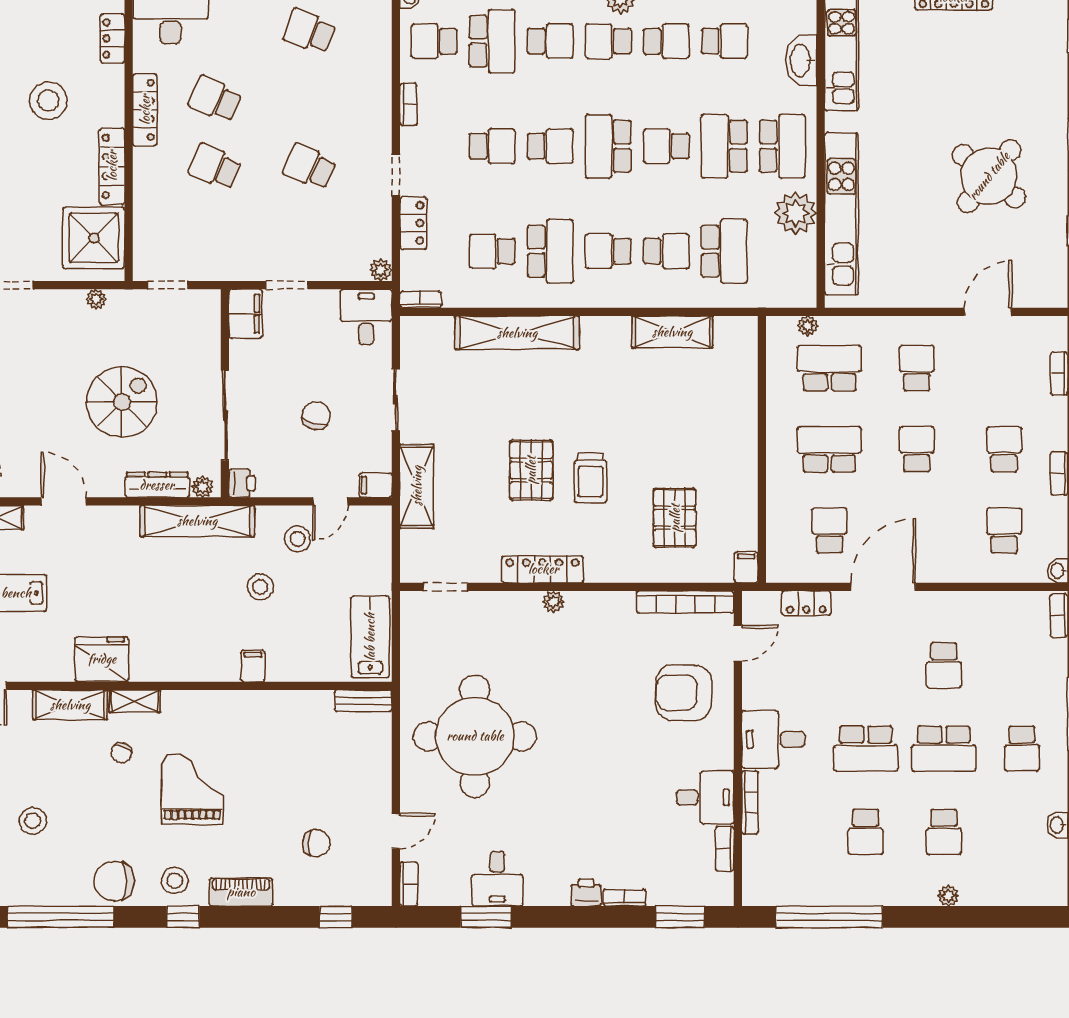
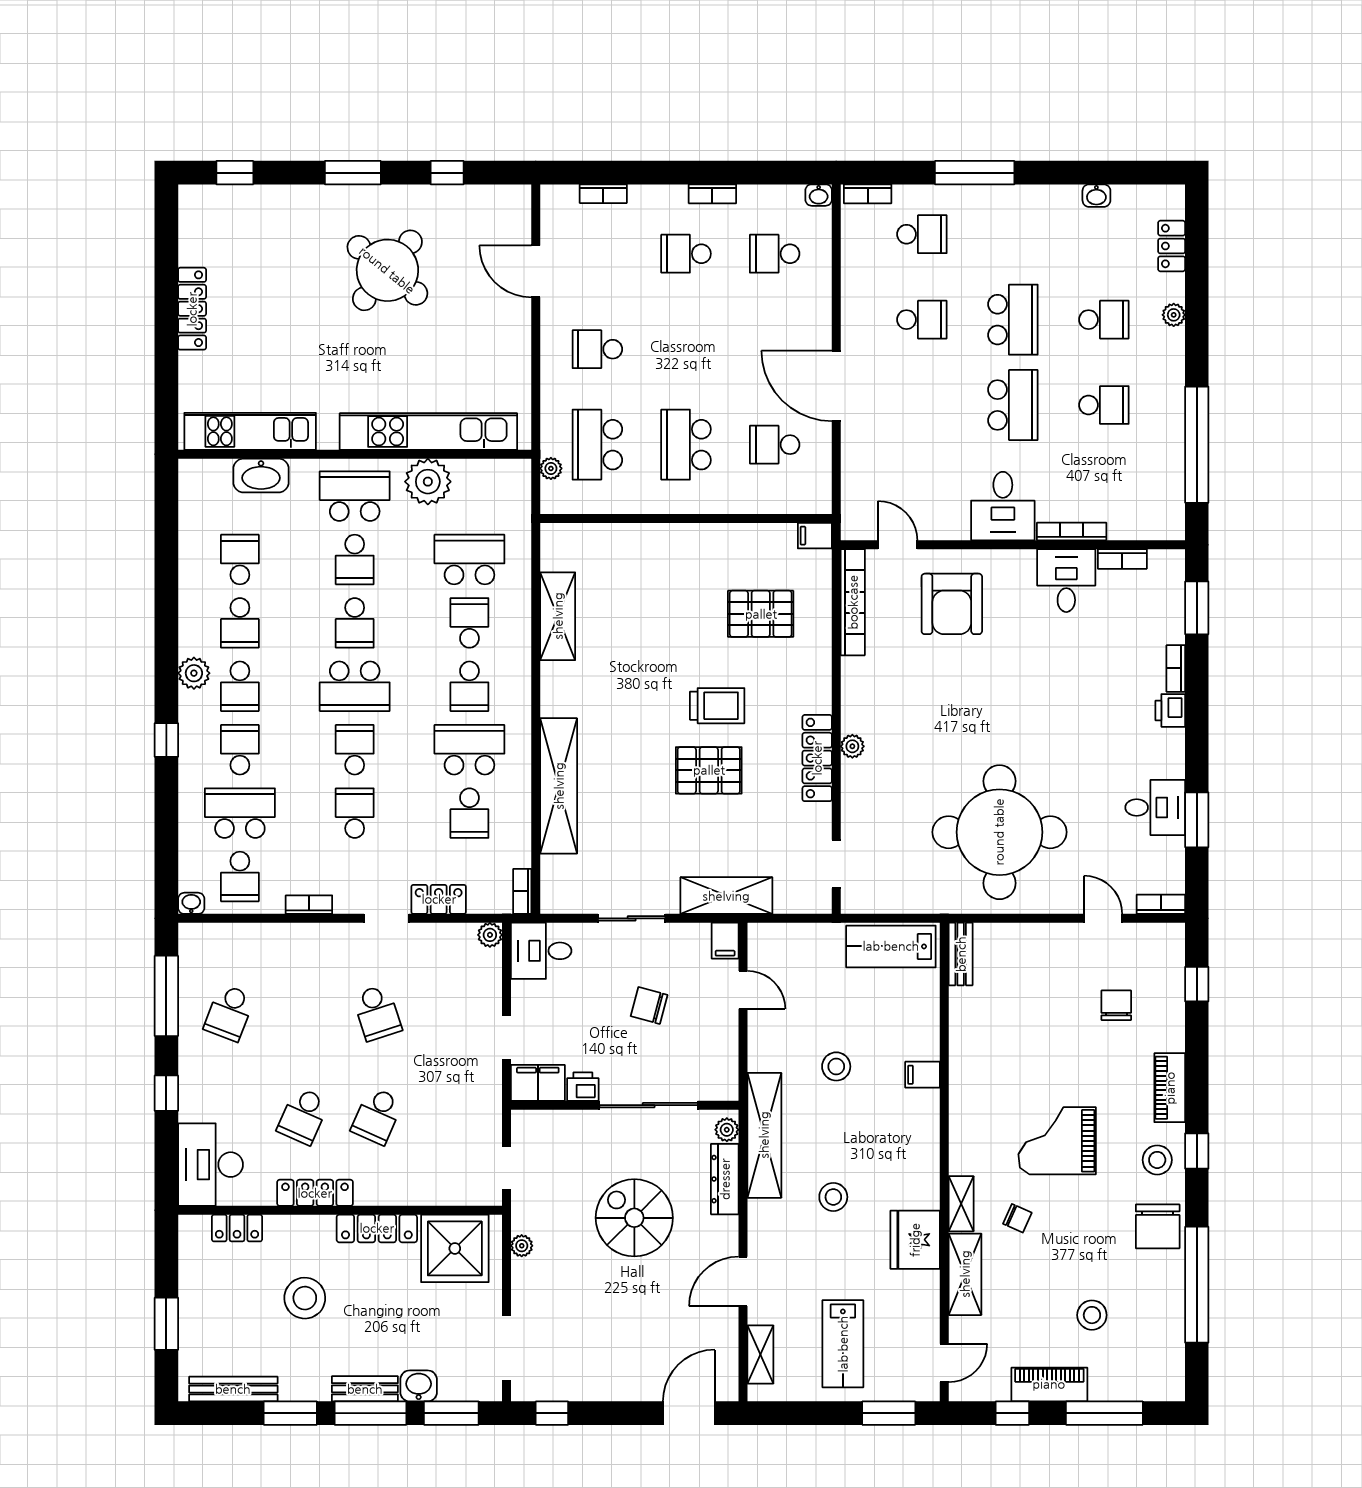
school desk: (666, 41) -> (240, 623), turned 180
school desk: (724, 146) -> (355, 559), width x0.54
school desk: (309, 167) -> (377, 1013), turned -42
school desk: (917, 449) -> (686, 349), removed
printer: (242, 483) -> (583, 1087), moved
stool: (297, 539) -> (833, 1197), moved
locker: (806, 603) -> (1172, 246), moved, turned 180
school desk: (1022, 749) -> (922, 234), moved

